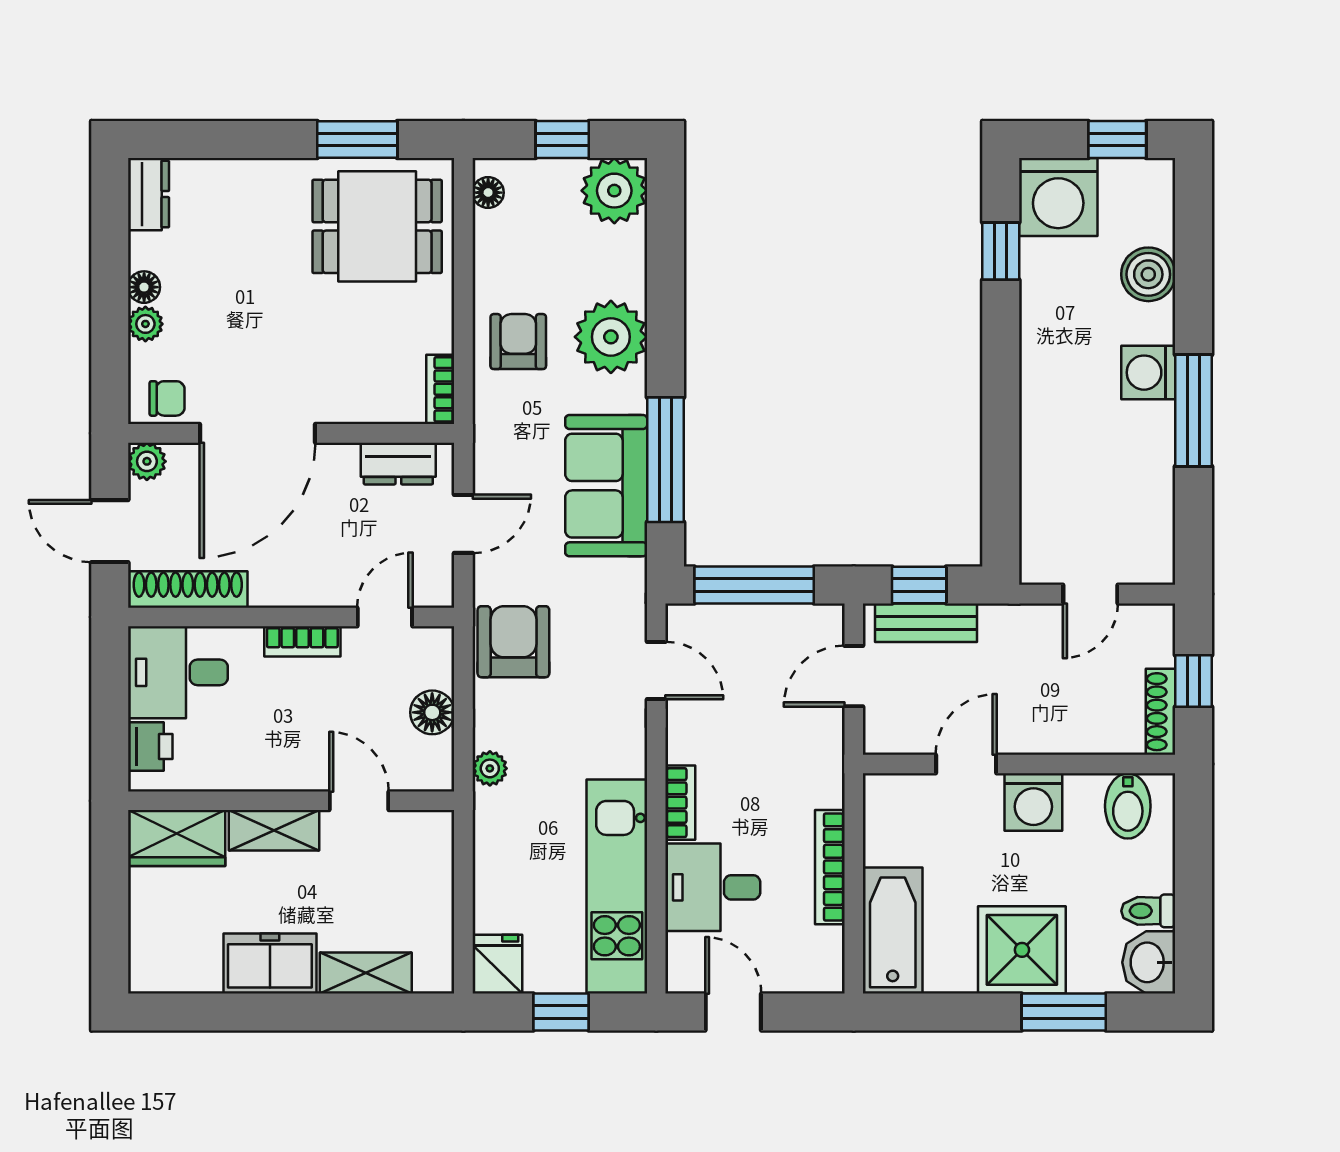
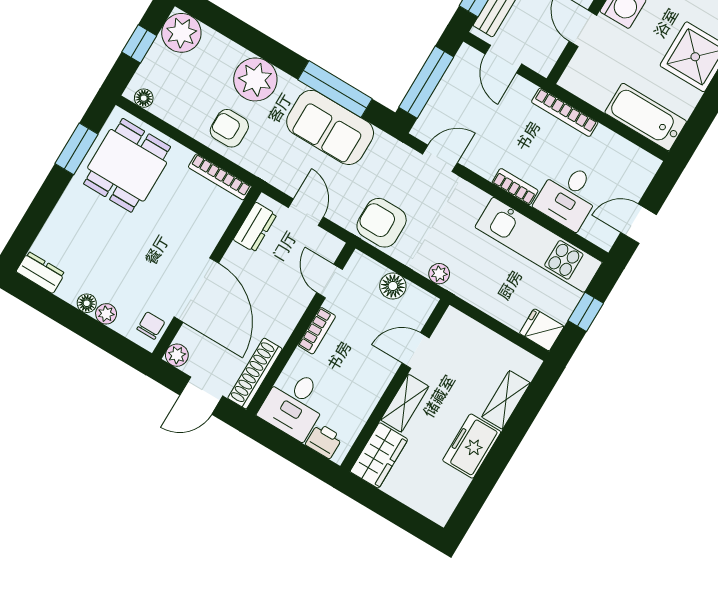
bookcase: (440, 389) -> (220, 177), width x1.56
bookcase: (830, 867) -> (565, 112), moved

